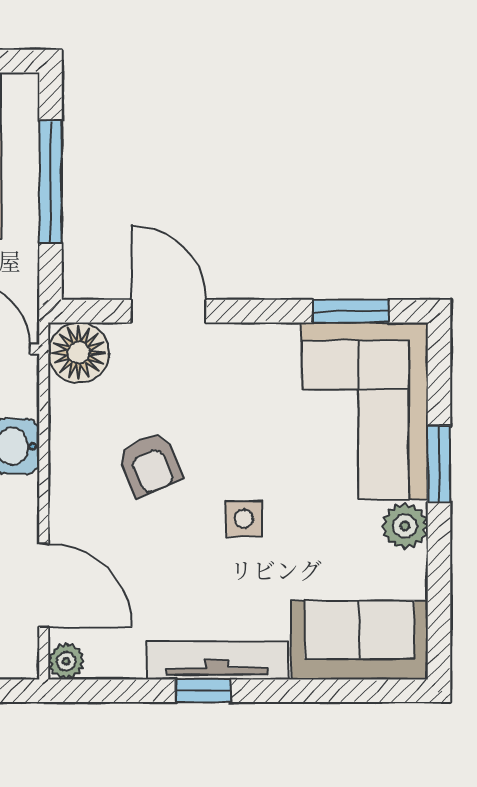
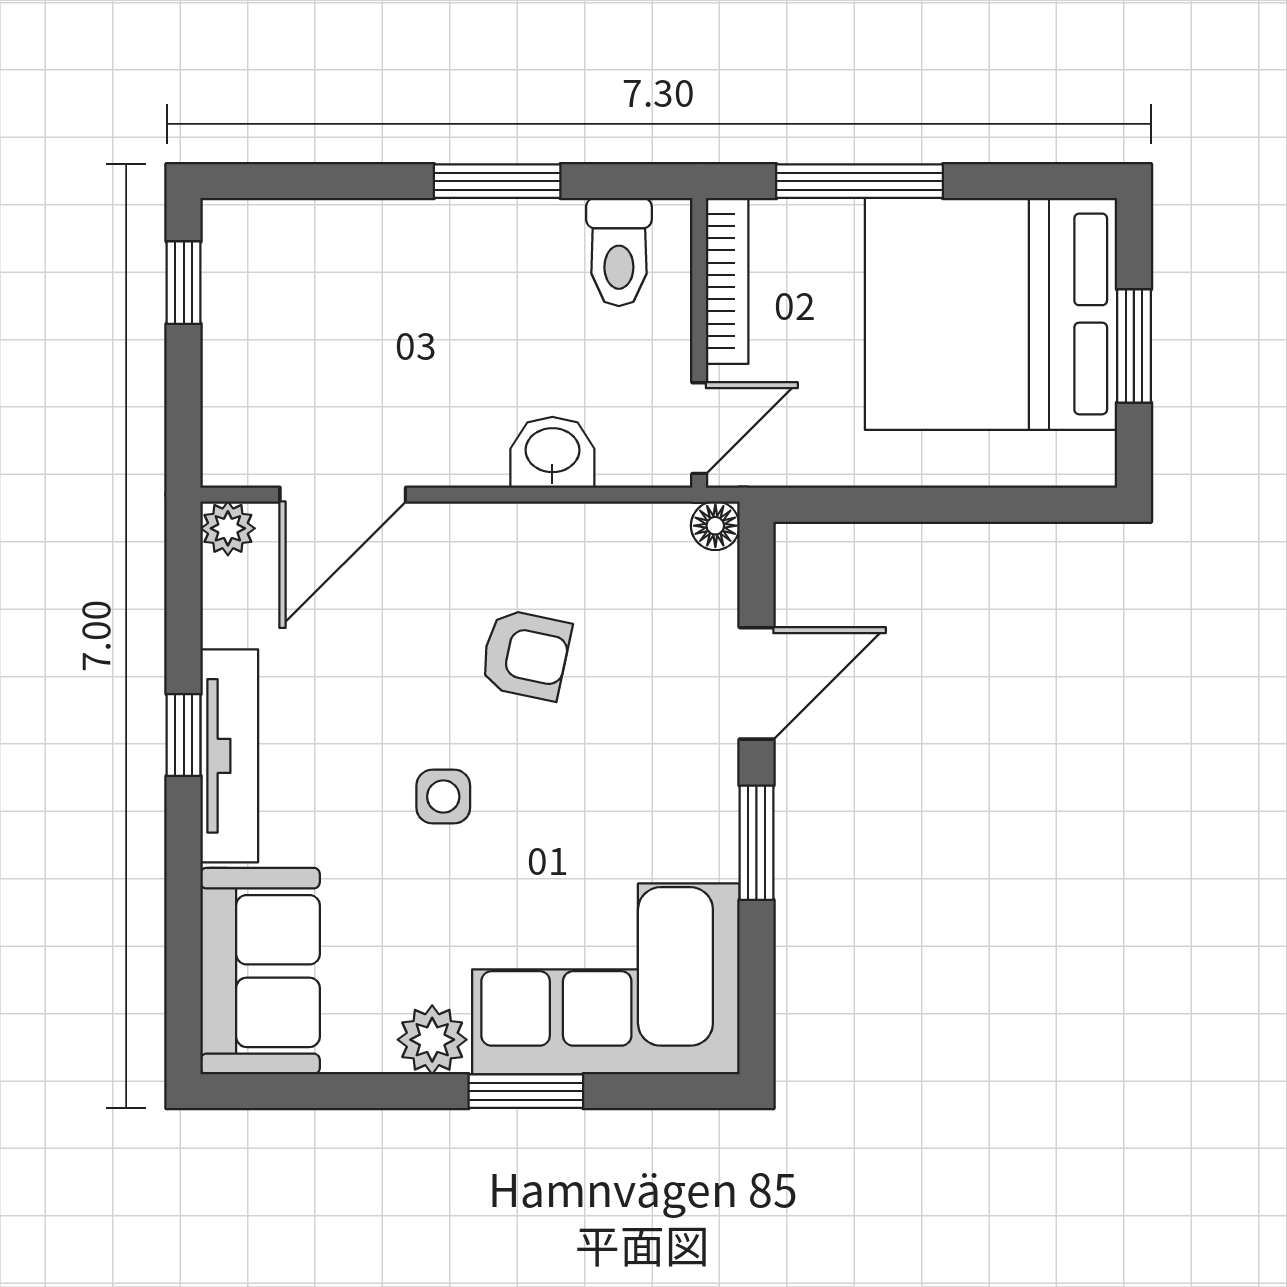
window: (50, 182) -> (951, 505), removed
window: (351, 311) -> (756, 843), moved
floor lamp: (79, 353) -> (715, 526), width x0.53, depth x0.53
armchair: (150, 464) -> (526, 655), turned -145

